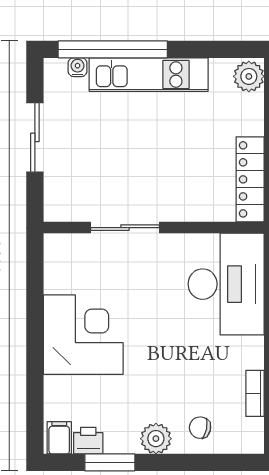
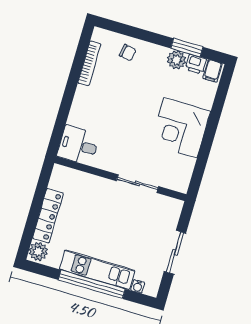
window: (113, 49) -> (92, 284), moved
locker: (250, 179) -> (48, 216), moved
desk: (226, 284) -> (78, 145), width x0.53, depth x0.77
bookcase: (255, 393) -> (89, 63), width x1.56
plant: (156, 439) -> (176, 60), moved

